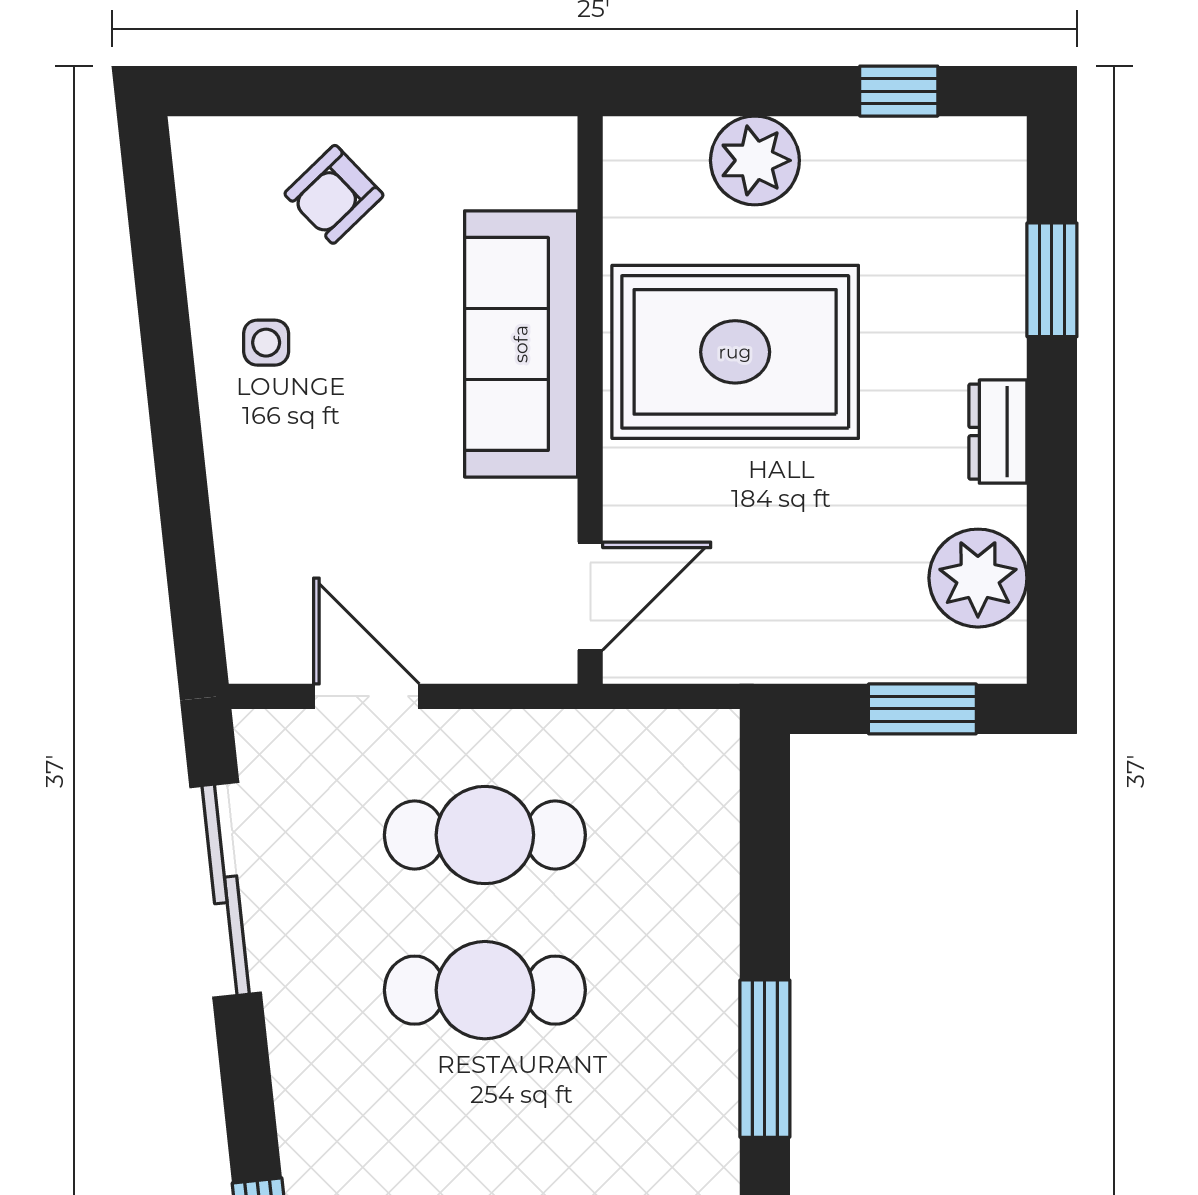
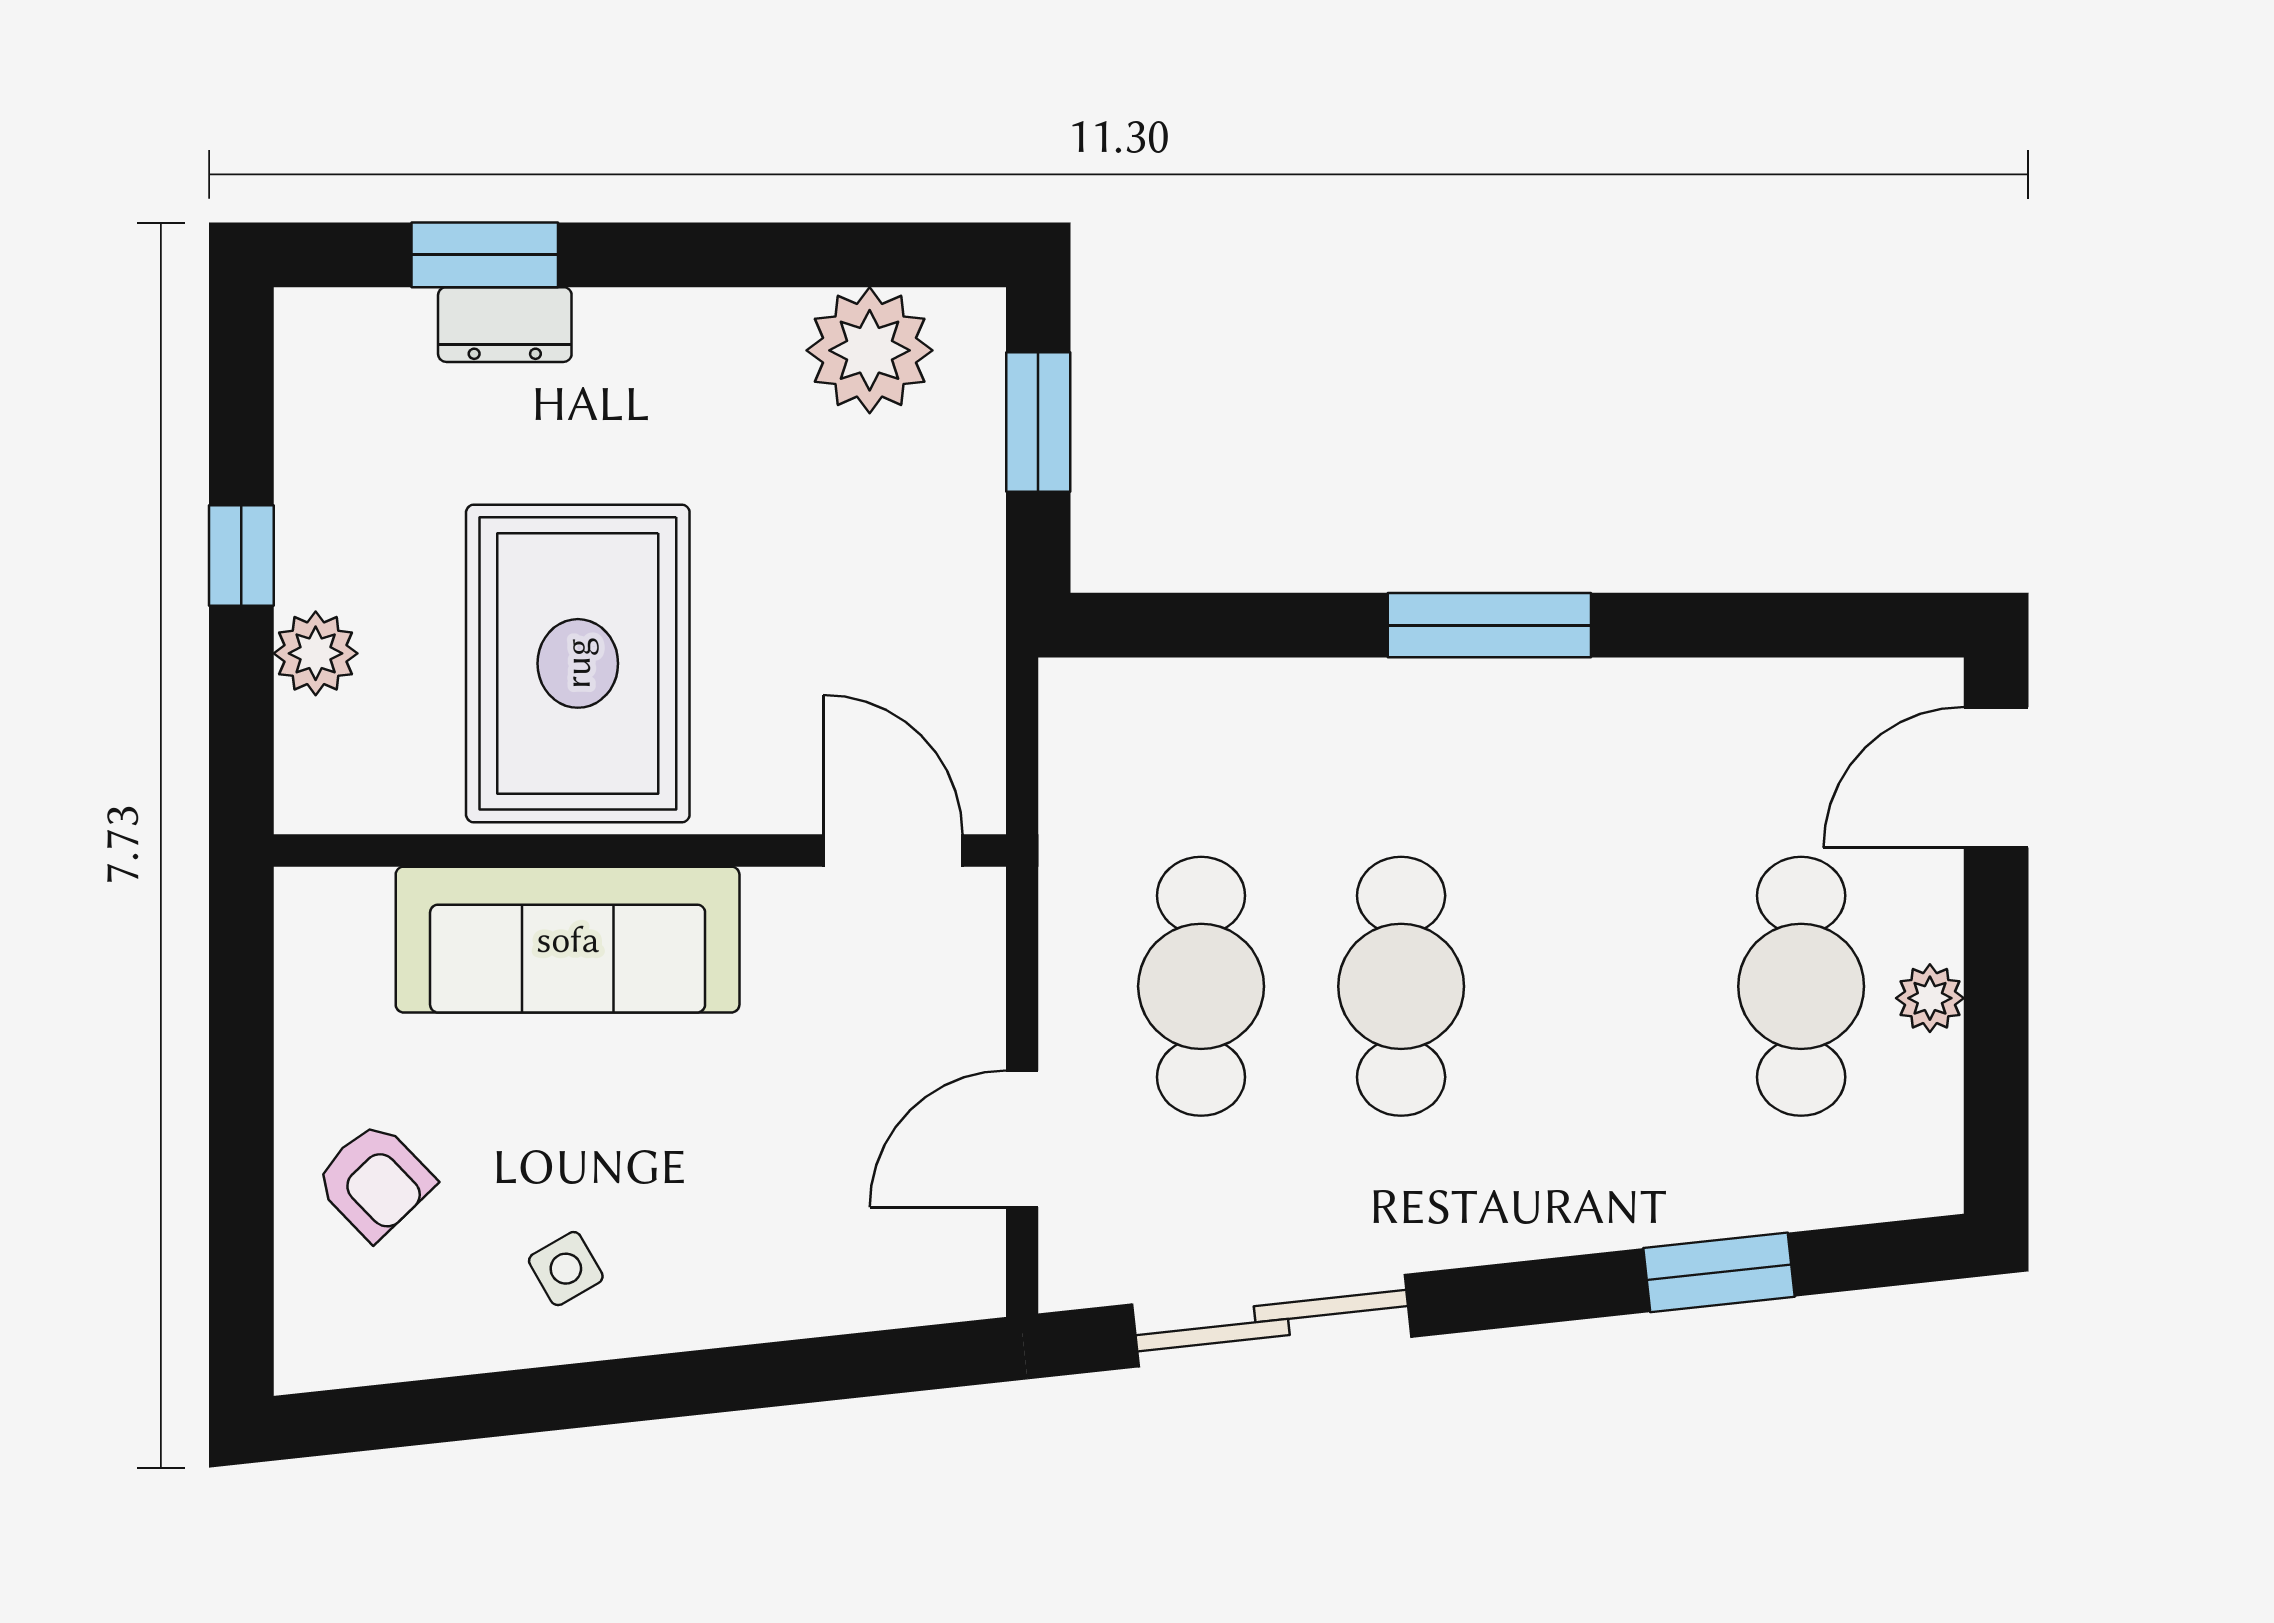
window: (899, 91) -> (241, 556), moved
plant: (755, 160) -> (316, 653), width x0.73, depth x0.73
side table: (266, 343) -> (566, 1269), turned -30
dresser: (998, 432) -> (505, 325), moved

